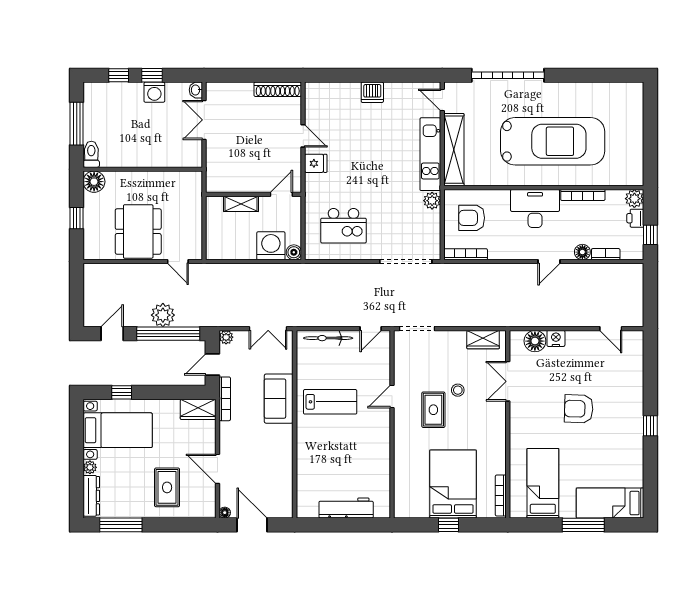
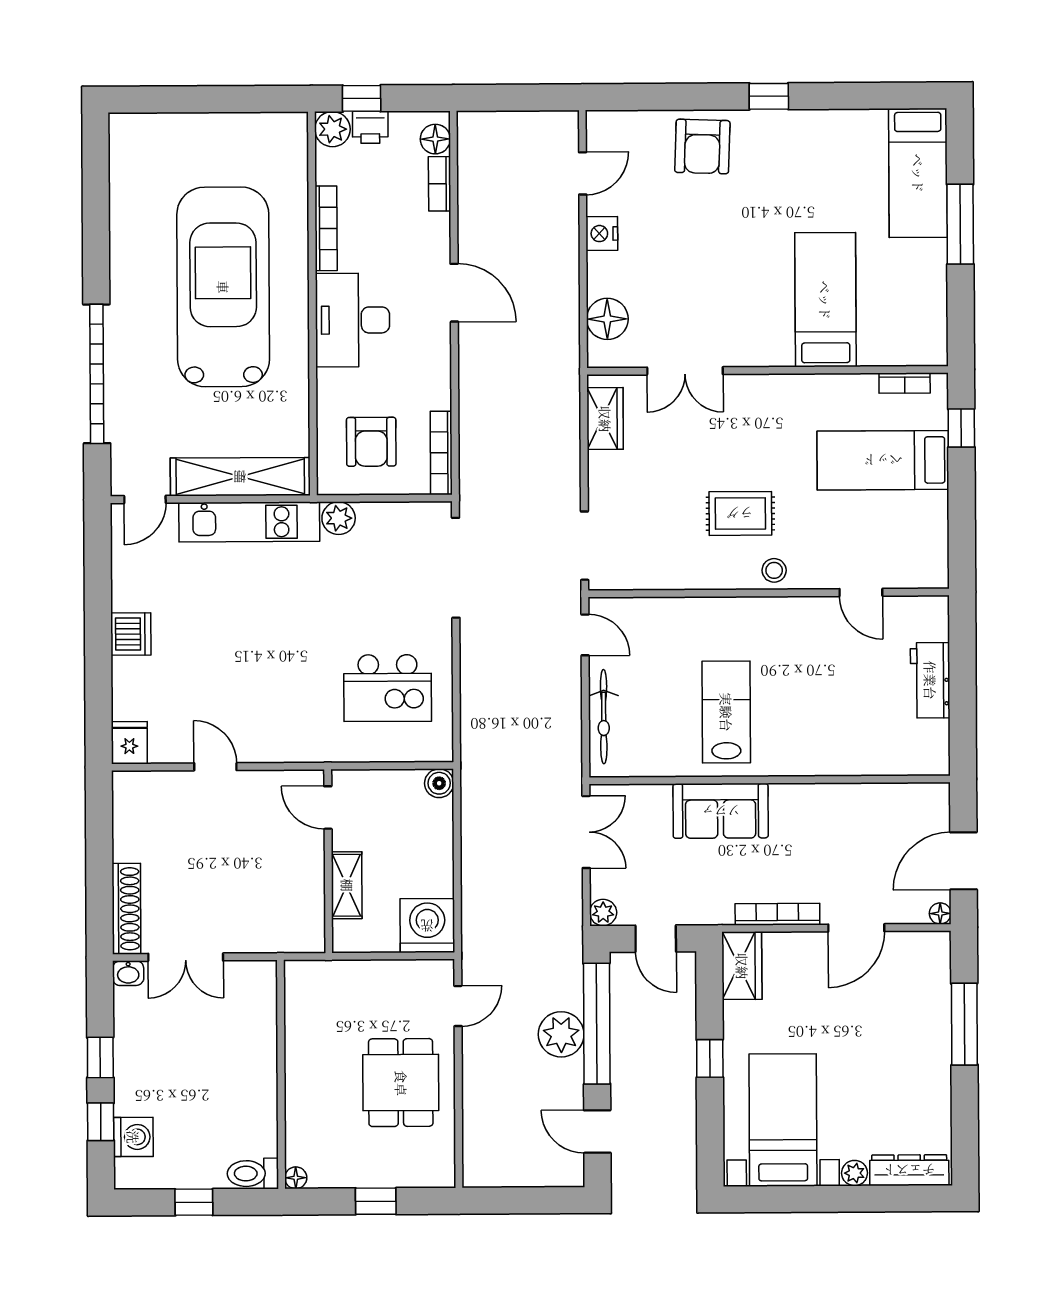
shoe rack: (278, 89) -> (126, 909), moved
washing machine: (154, 92) -> (133, 1137), moved
window: (77, 124) -> (194, 1202), width x0.46
door: (303, 136) -> (215, 767), hinge flipped
fridge: (316, 163) -> (129, 743), moved
floor lamp: (94, 182) -> (296, 1178), width x0.53, depth x0.53
kitchen island: (343, 226) -> (388, 688), turned 90
dining table: (138, 231) -> (401, 1083), width x0.73
window: (650, 235) -> (362, 98), moved
washing machine: (271, 246) -> (427, 926), moved, turned 90
floor lamp: (582, 252) -> (435, 139), moved
door: (549, 261) -> (454, 293), width x1.38
nightstand: (556, 338) -> (602, 234), moved
stool: (458, 390) -> (774, 570), moved
window: (122, 392) -> (710, 1058), moved
door: (392, 397) -> (861, 592), moved
bookcase: (225, 399) -> (777, 914), moved
armchair: (579, 409) -> (702, 146), moved
bed: (543, 483) -> (825, 300), moved, turned 90
bed: (453, 484) -> (883, 460), width x0.67
rug: (167, 487) -> (892, 1025), removed
bookcase: (501, 495) -> (905, 383), width x0.64
workbench: (346, 508) -> (930, 680), width x0.73
window: (121, 525) -> (964, 1024), moved
window: (448, 525) -> (961, 428), moved

